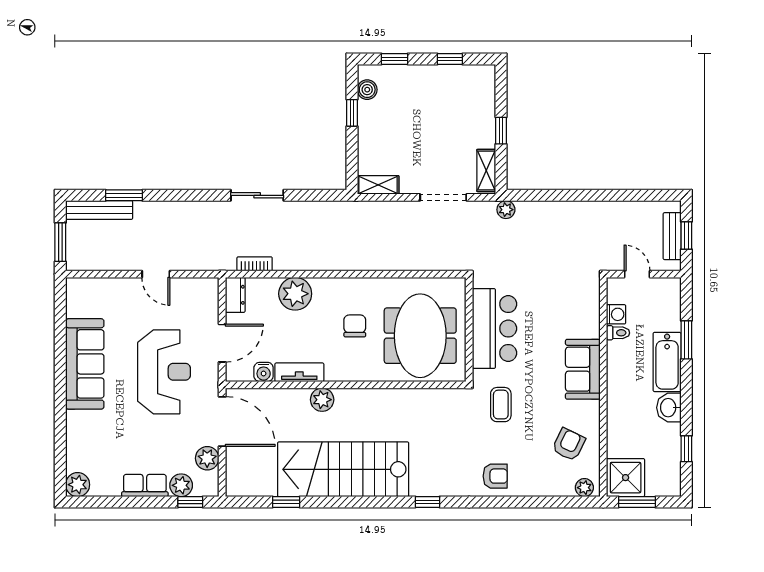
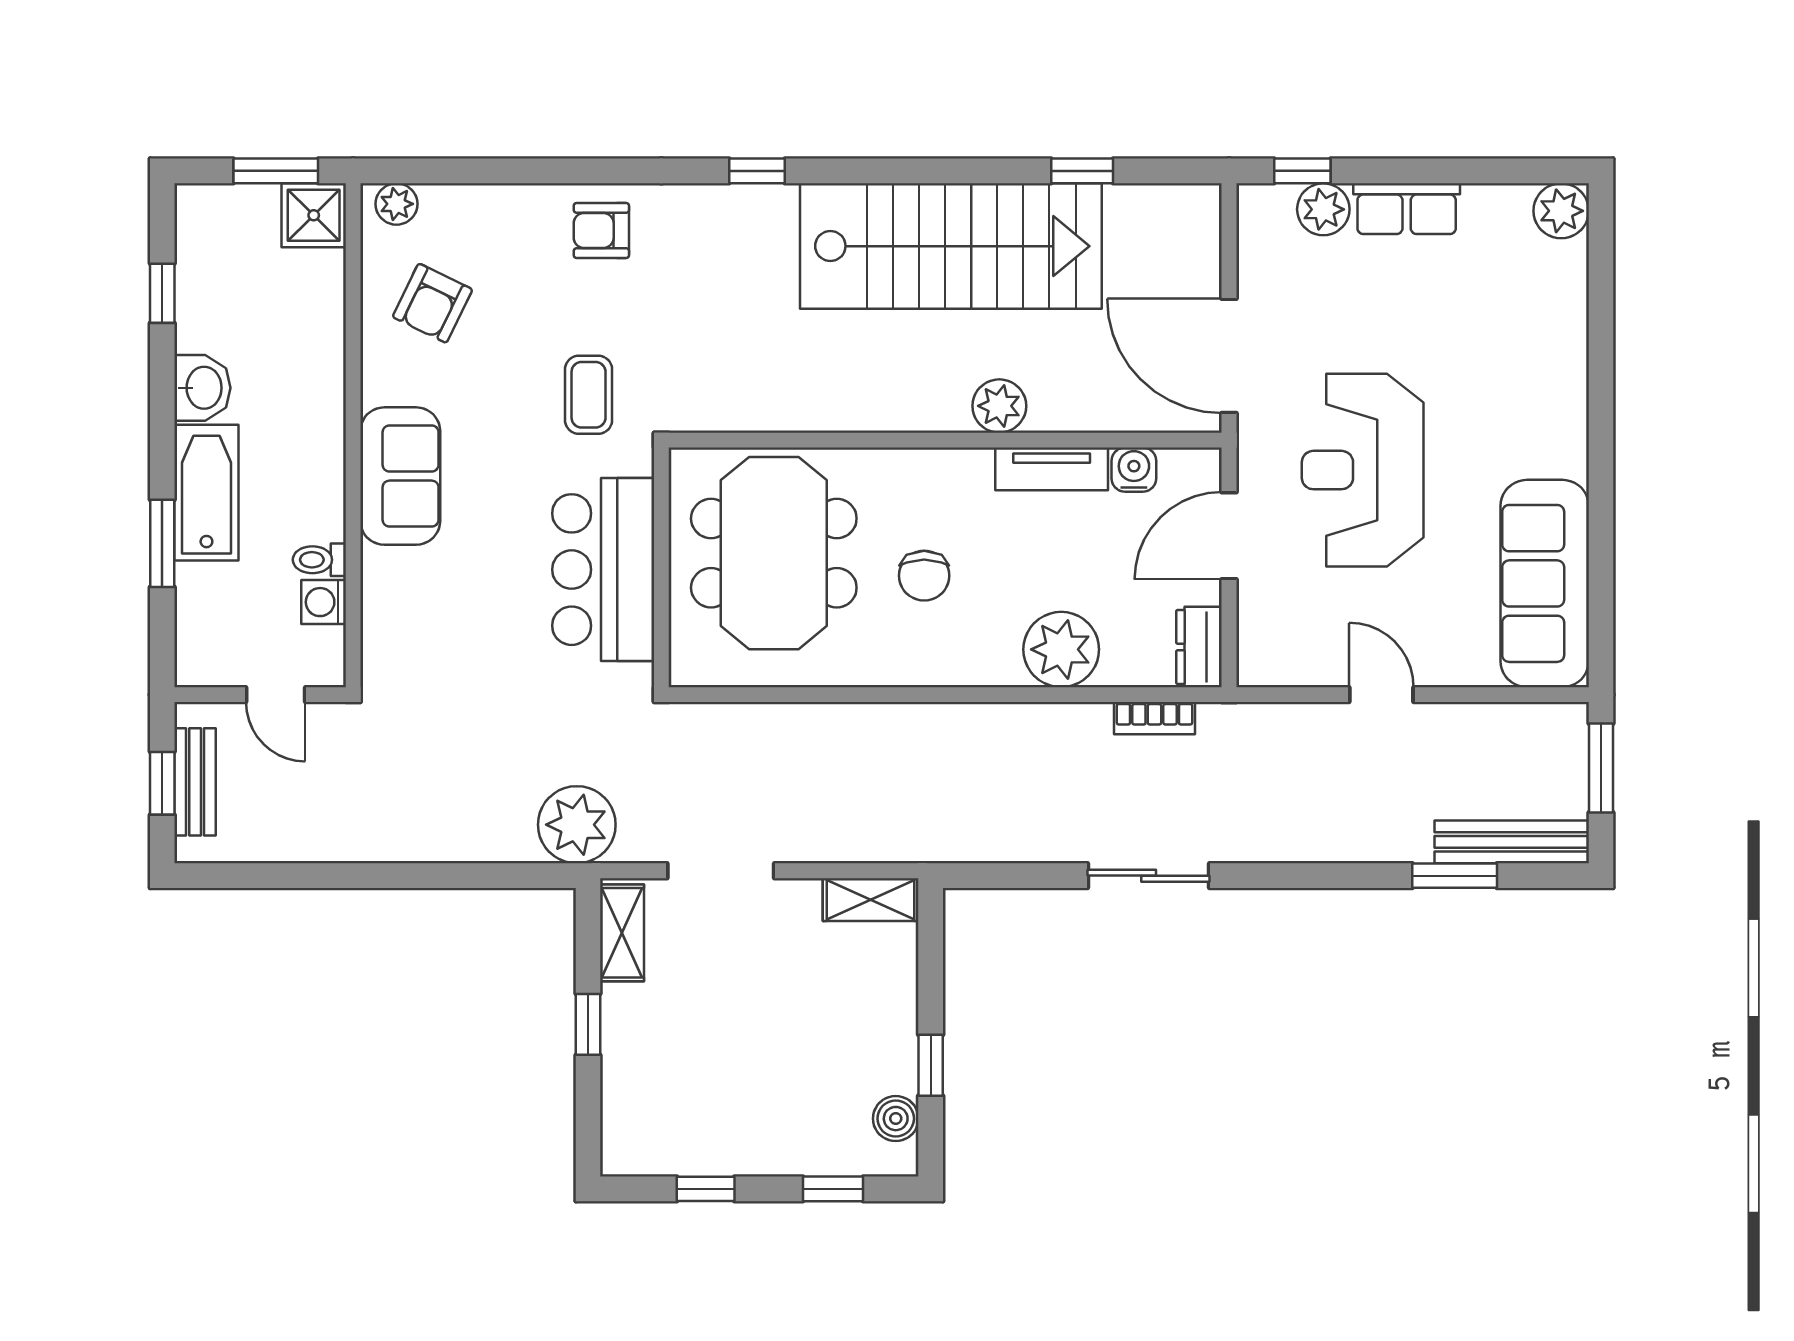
plant: (506, 210) -> (577, 825), width x1.87, depth x1.87
sofa: (85, 364) -> (1545, 583), moved
plant: (207, 458) -> (1263, 271), removed
shower: (626, 478) -> (314, 215), width x0.73, depth x0.73

